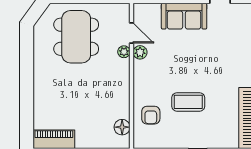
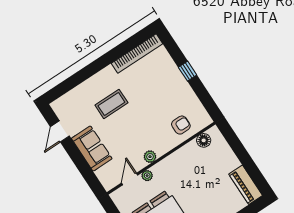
plant: (140, 52) -> (150, 157), moved
coffee table: (188, 102) -> (111, 104), moved, turned 90

